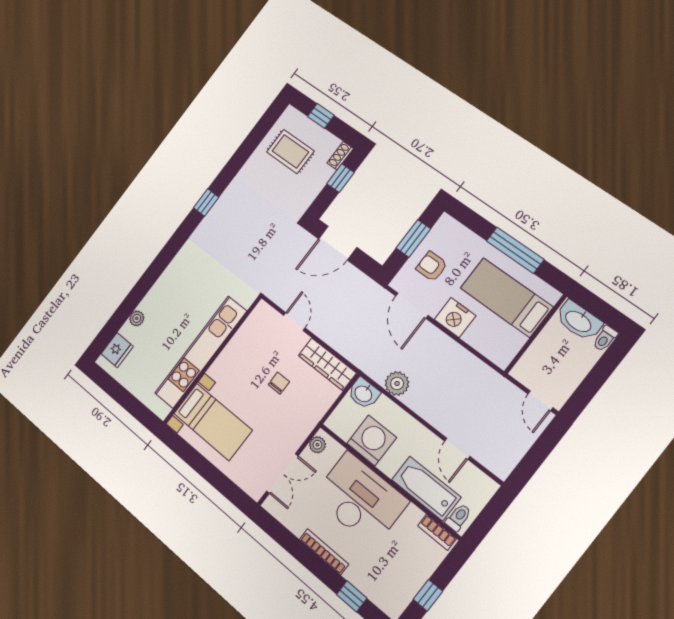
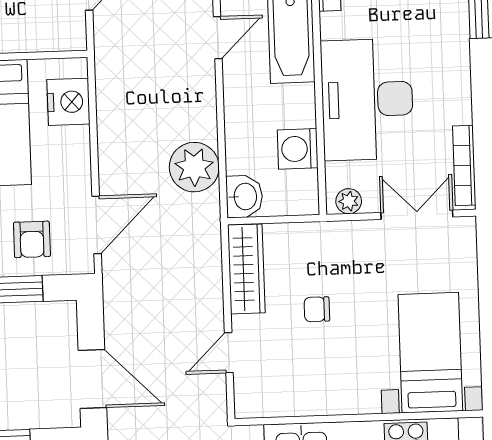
nightstand: (455, 318) -> (68, 102), moved
plant: (397, 383) -> (194, 167), width x1.36, depth x1.36
washing machine: (372, 440) -> (298, 149), width x0.73, depth x0.73
bookcase: (324, 552) -> (464, 165), moved

